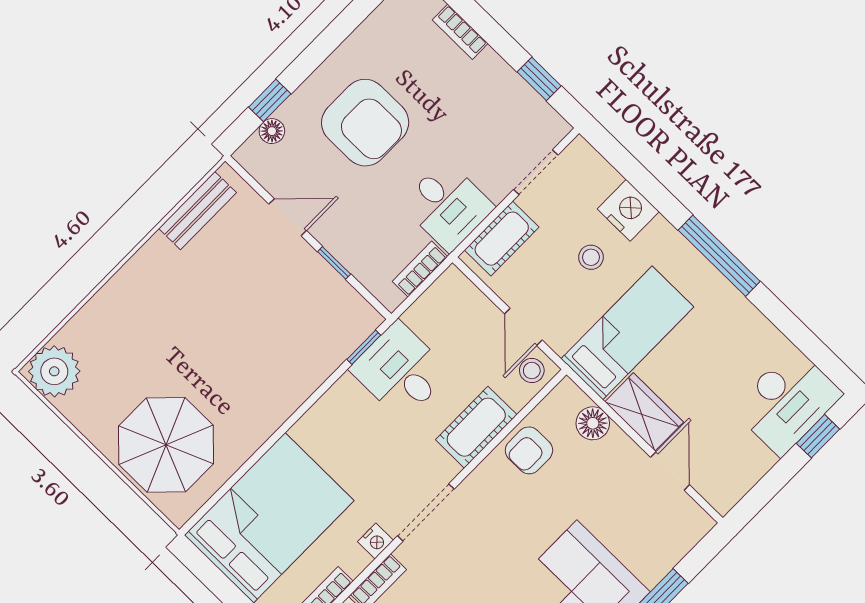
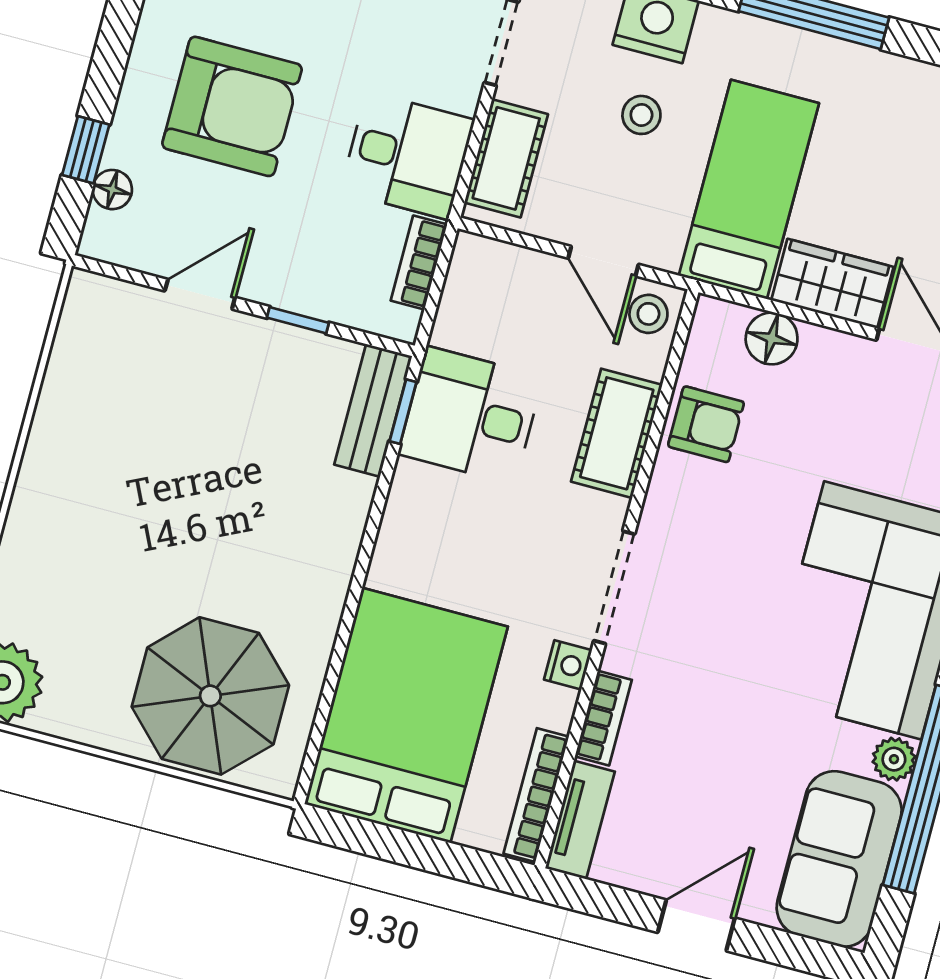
bench: (198, 211) -> (373, 410), moved
armchair: (529, 450) -> (706, 424), turned -90

